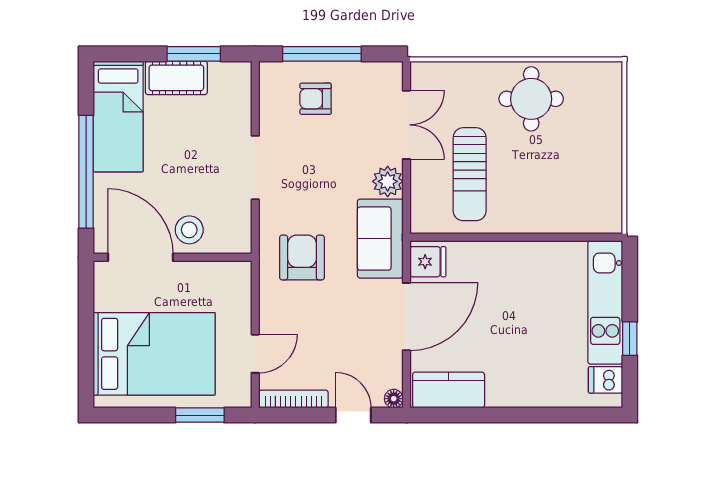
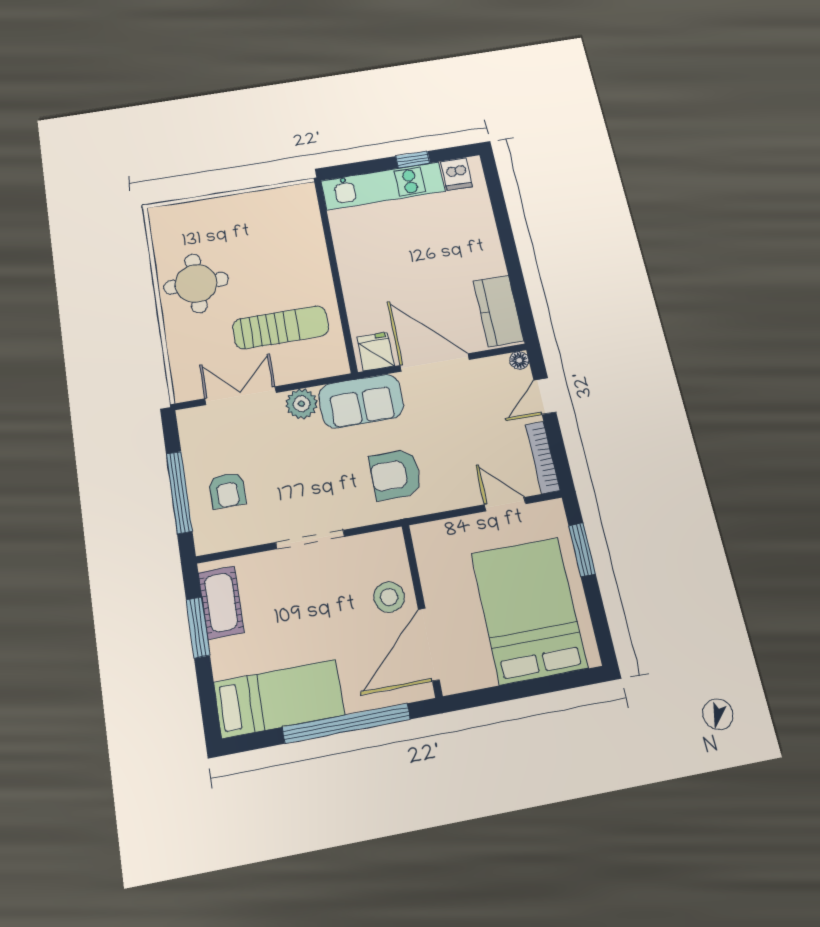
cot: (176, 78) -> (221, 602), moved

